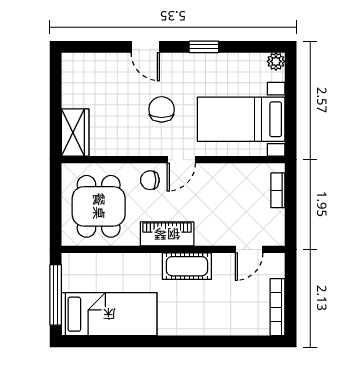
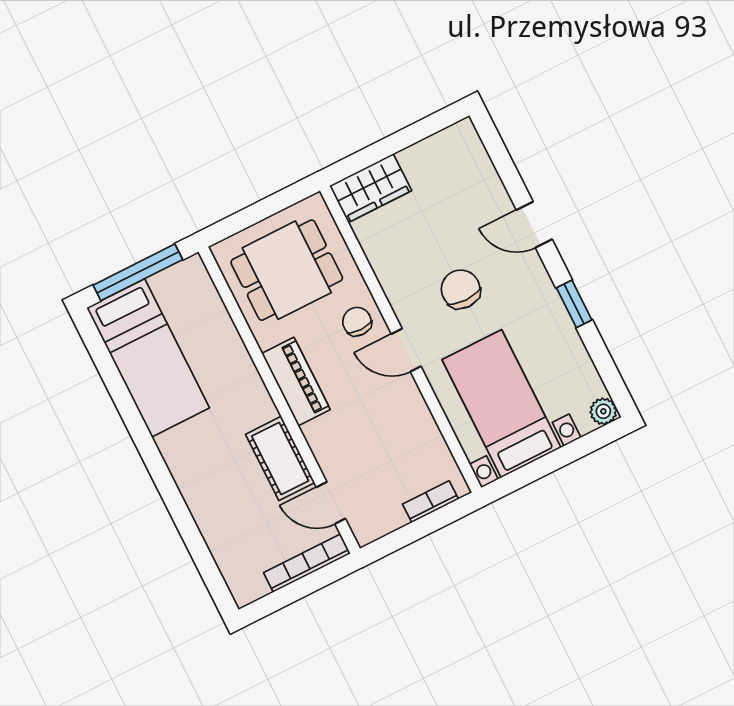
door: (145, 47) -> (534, 225), hinge flipped
chair: (162, 109) -> (461, 289), turned -90
cot: (187, 266) -> (280, 458), moved
bookcase: (277, 307) -> (307, 563), moved

